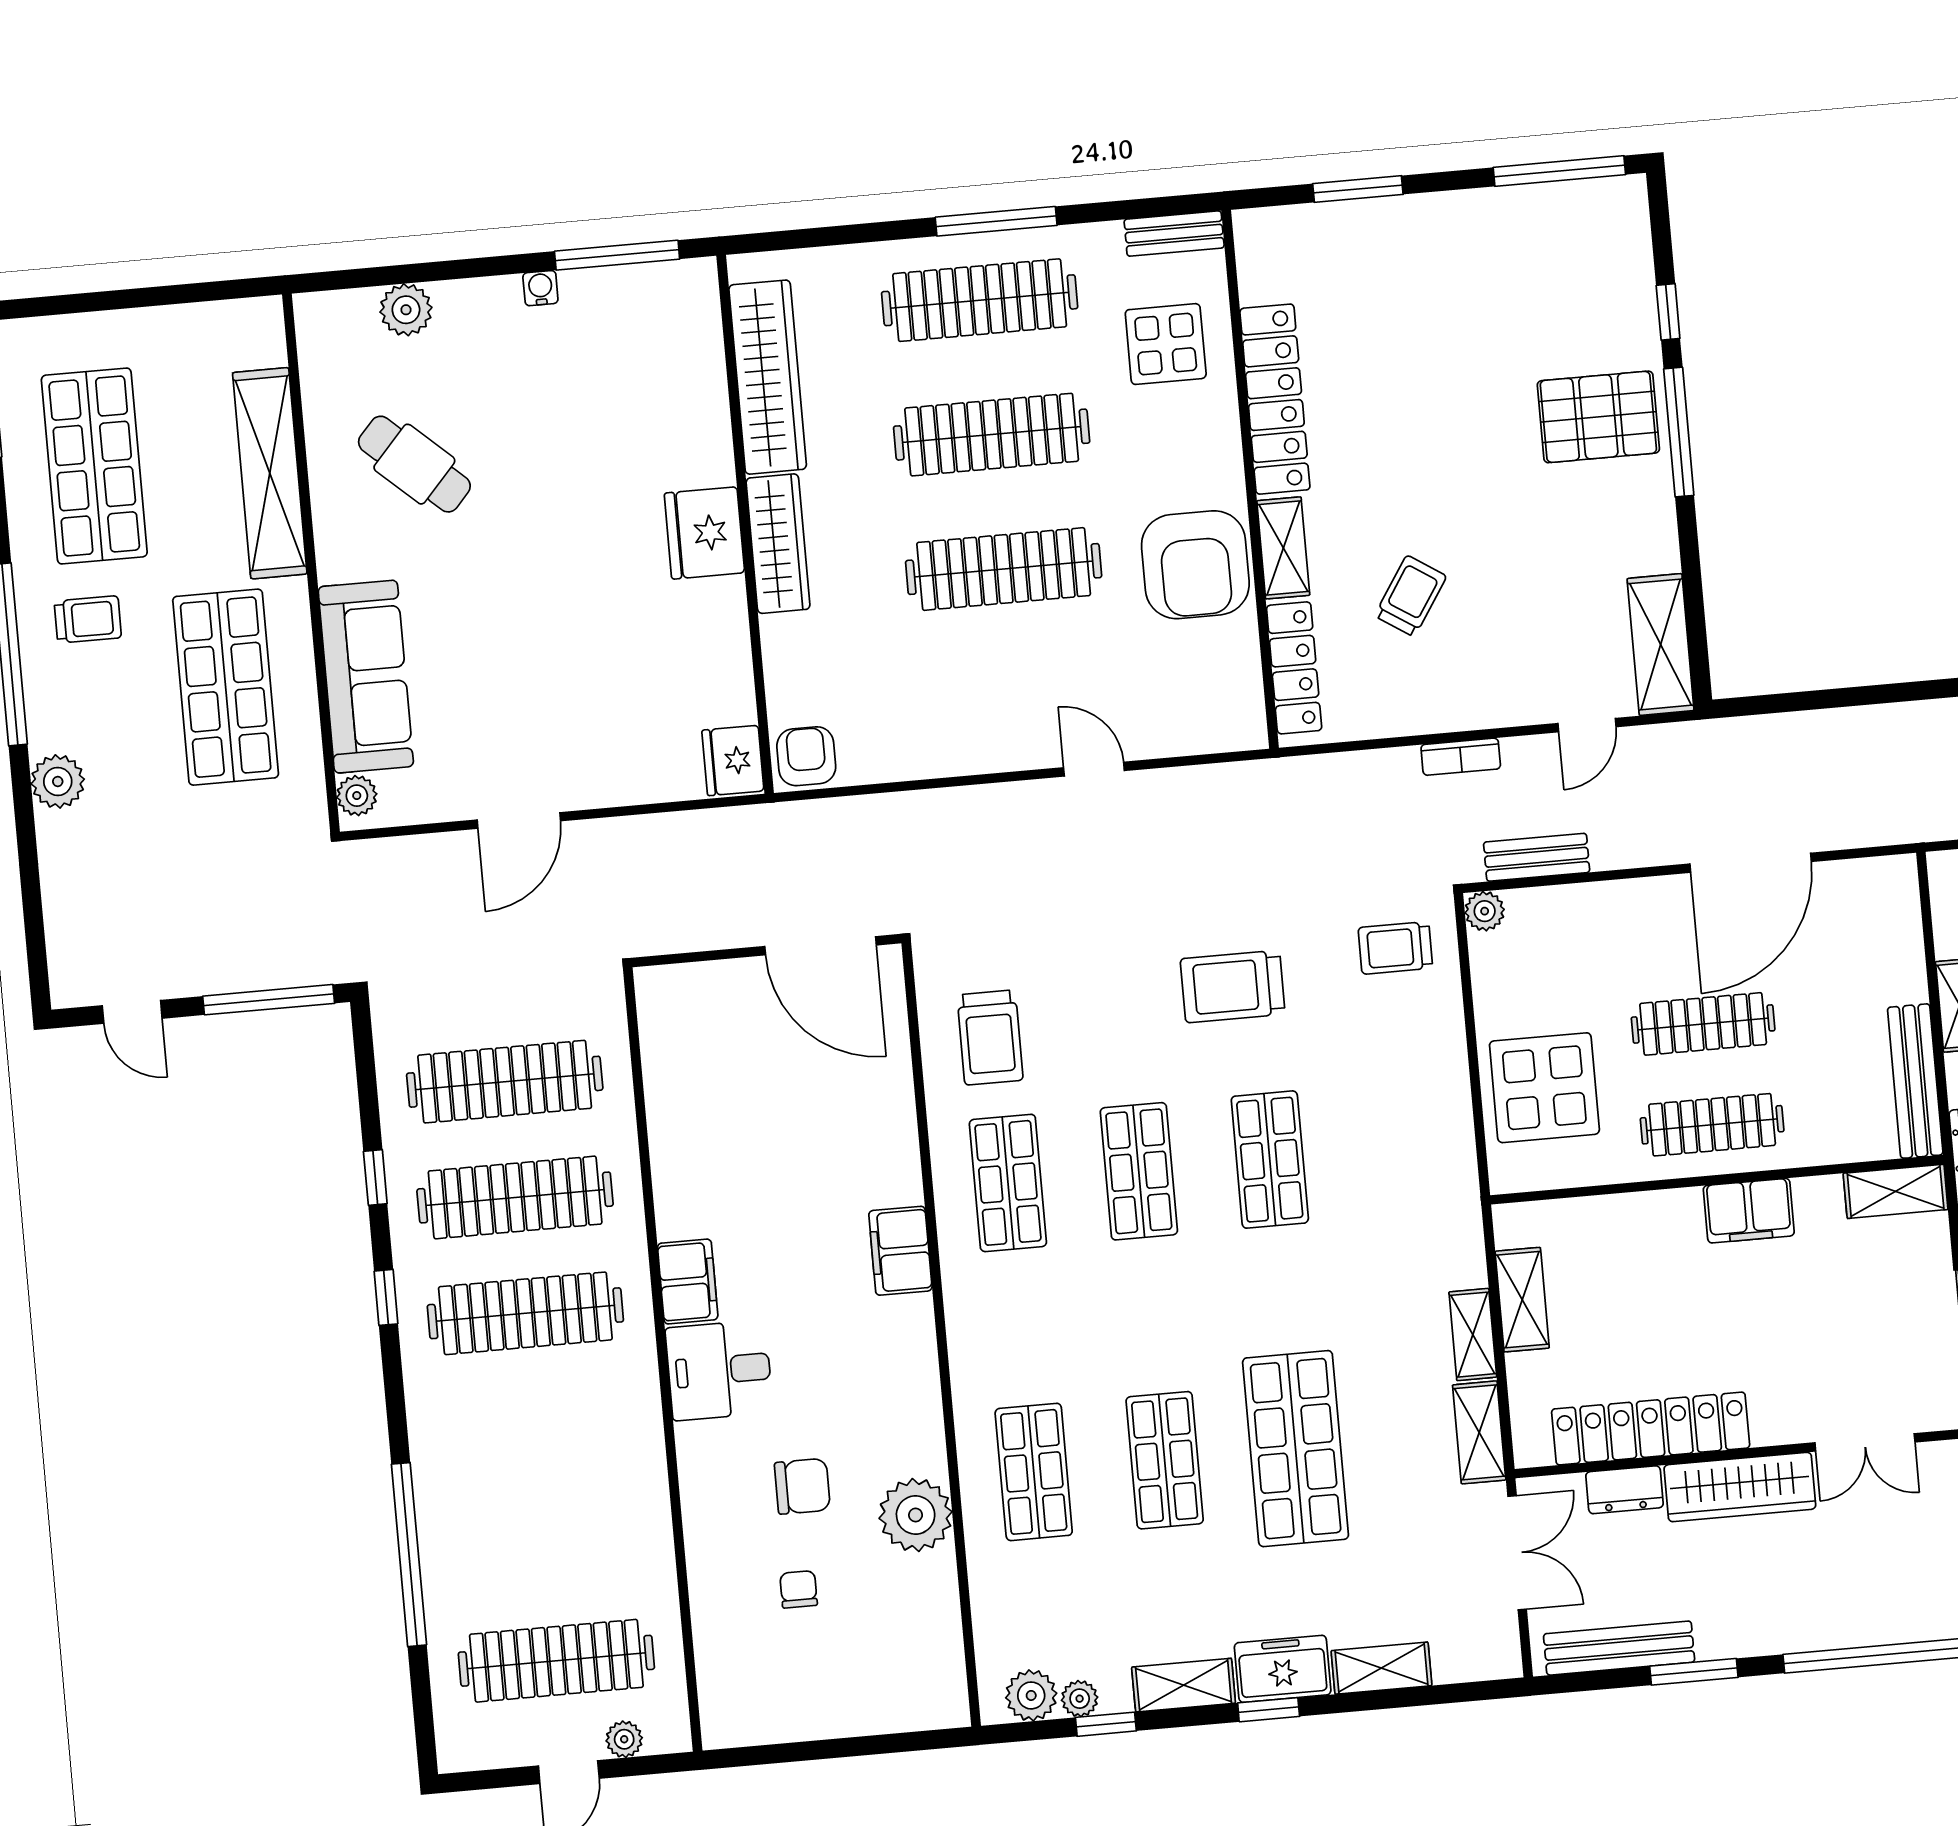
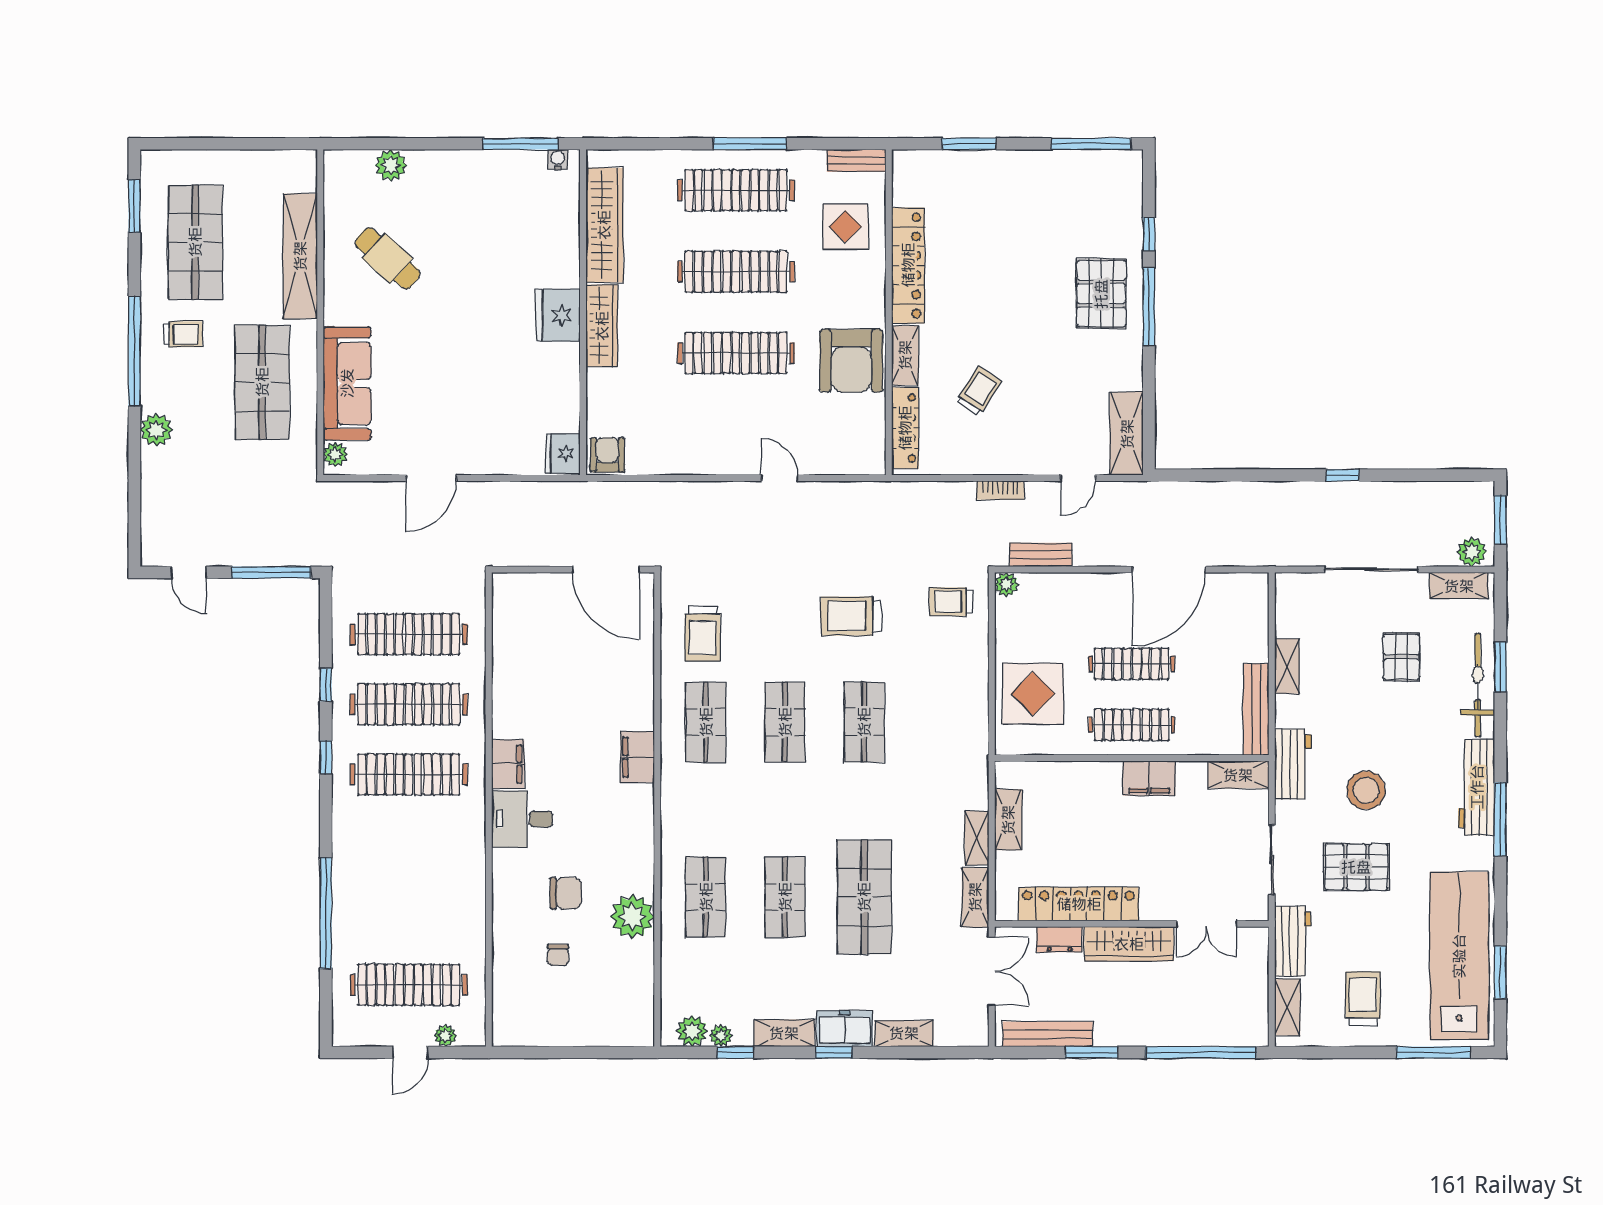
water cooler: (540, 288) -> (558, 159), moved
pallet: (1598, 417) -> (1101, 294), turned 90
chair: (799, 1589) -> (558, 955), turned 180

